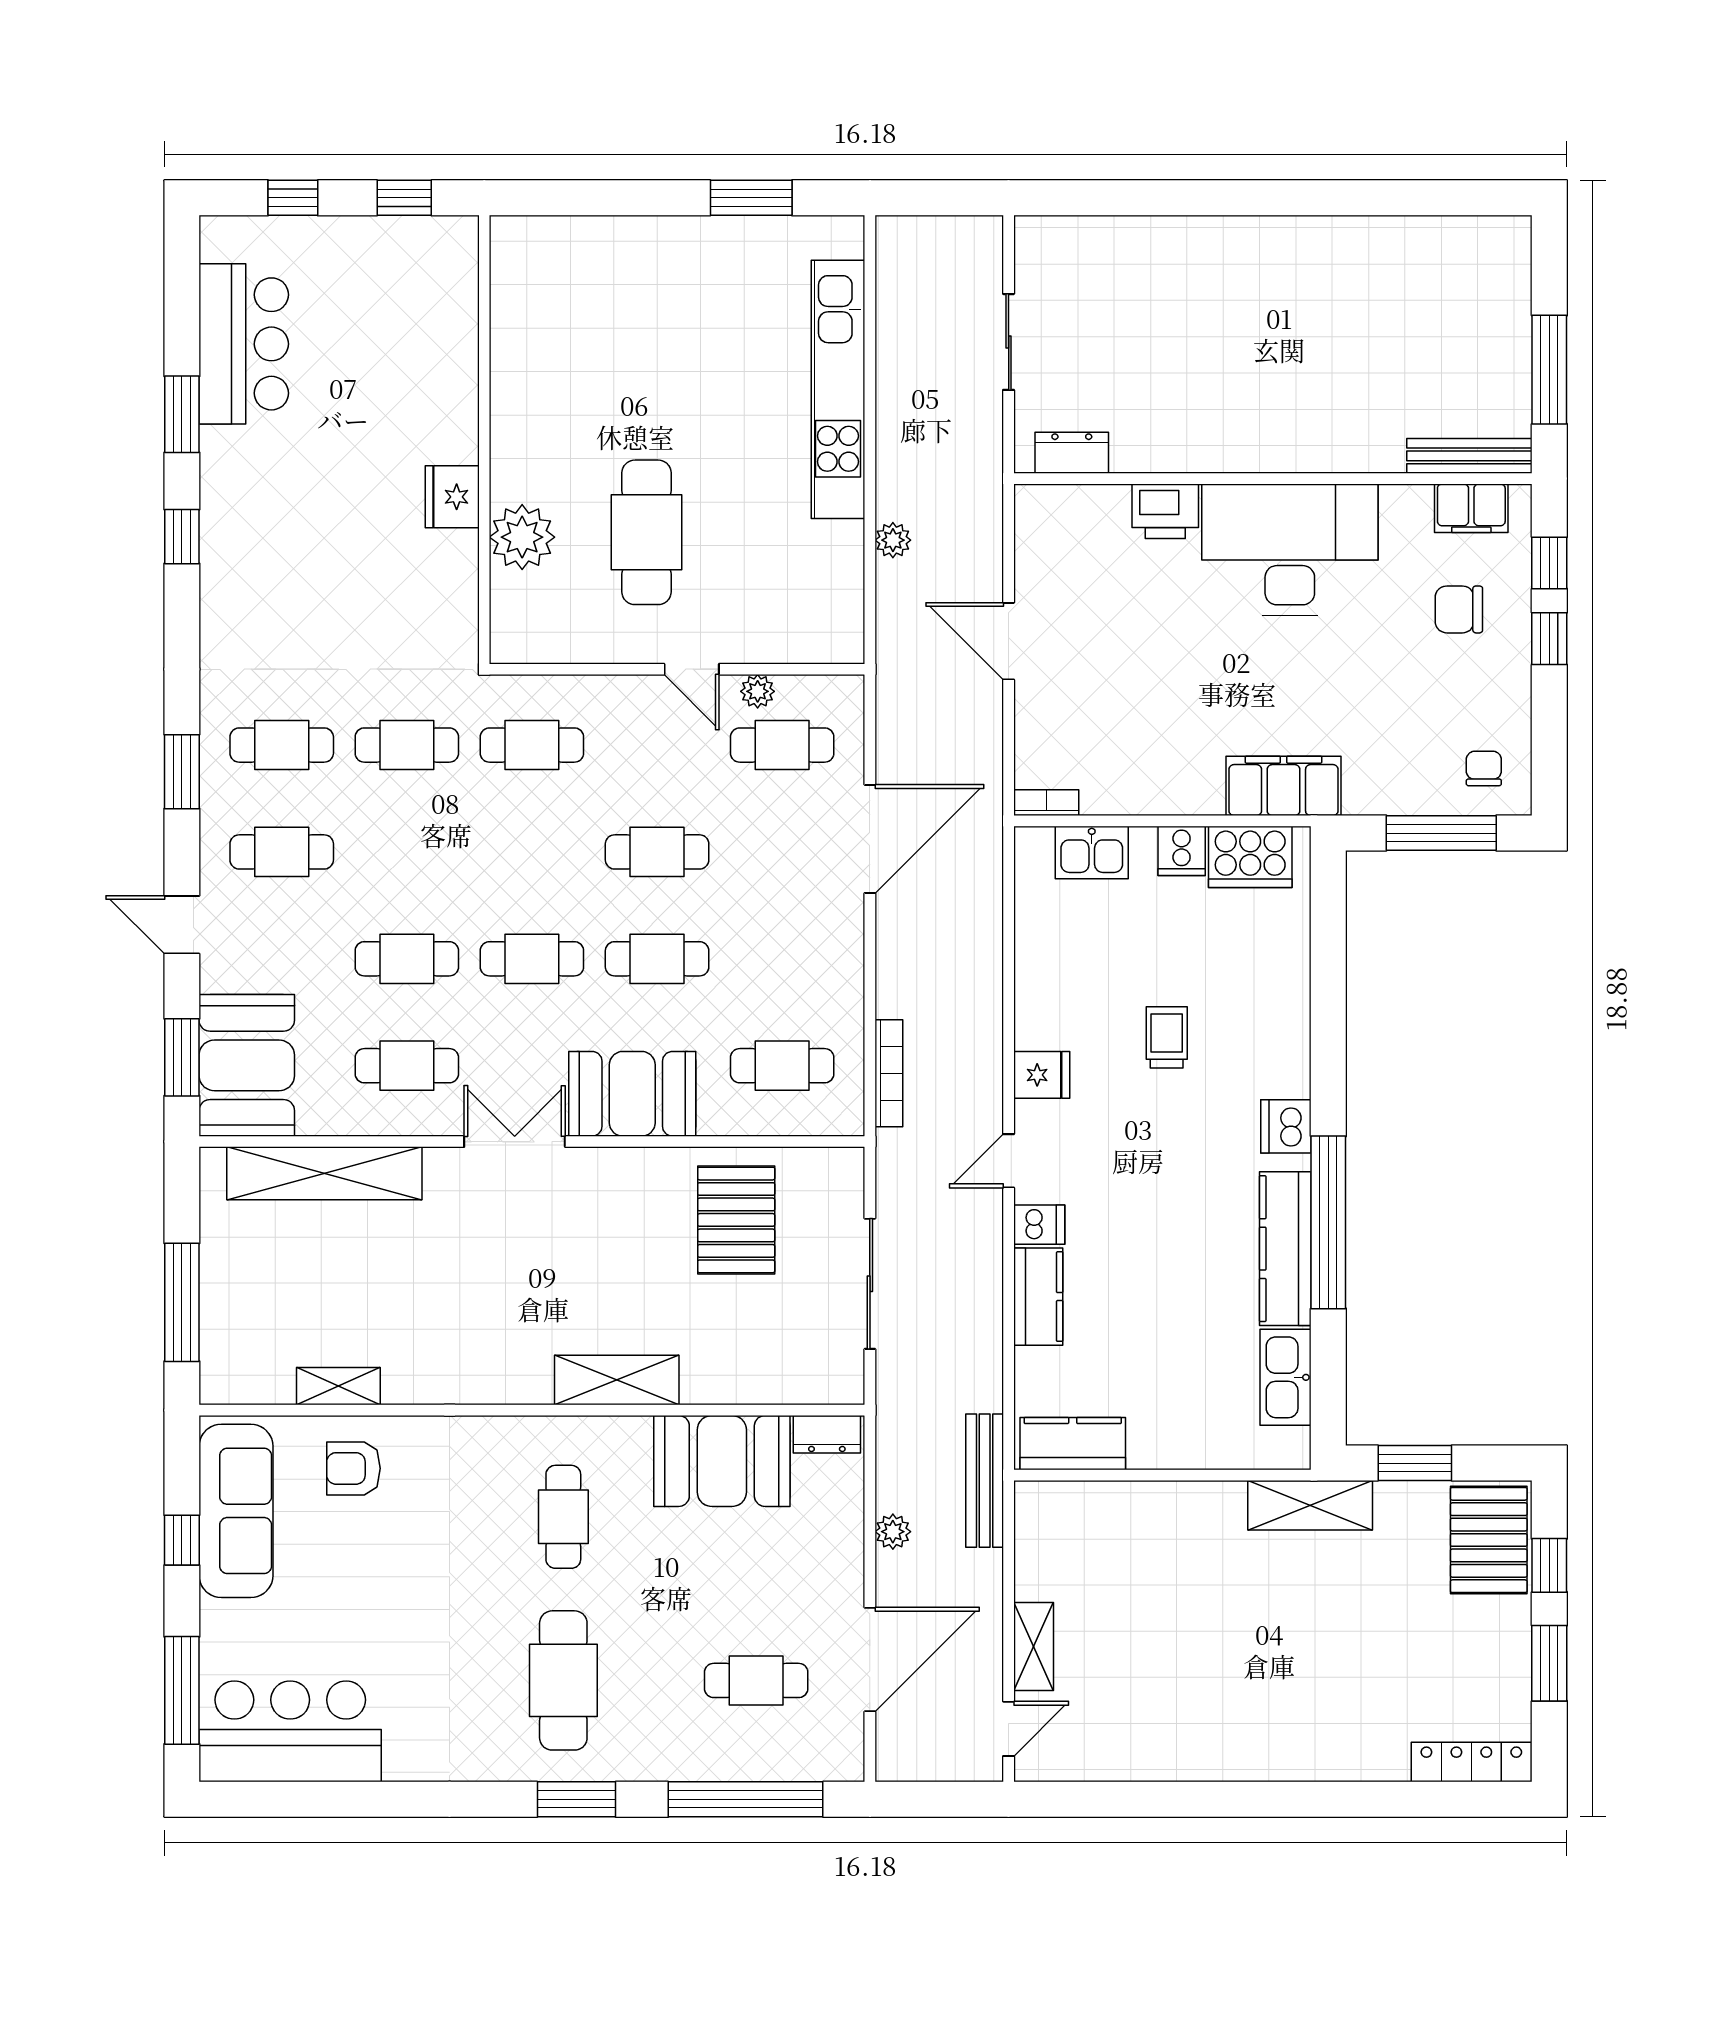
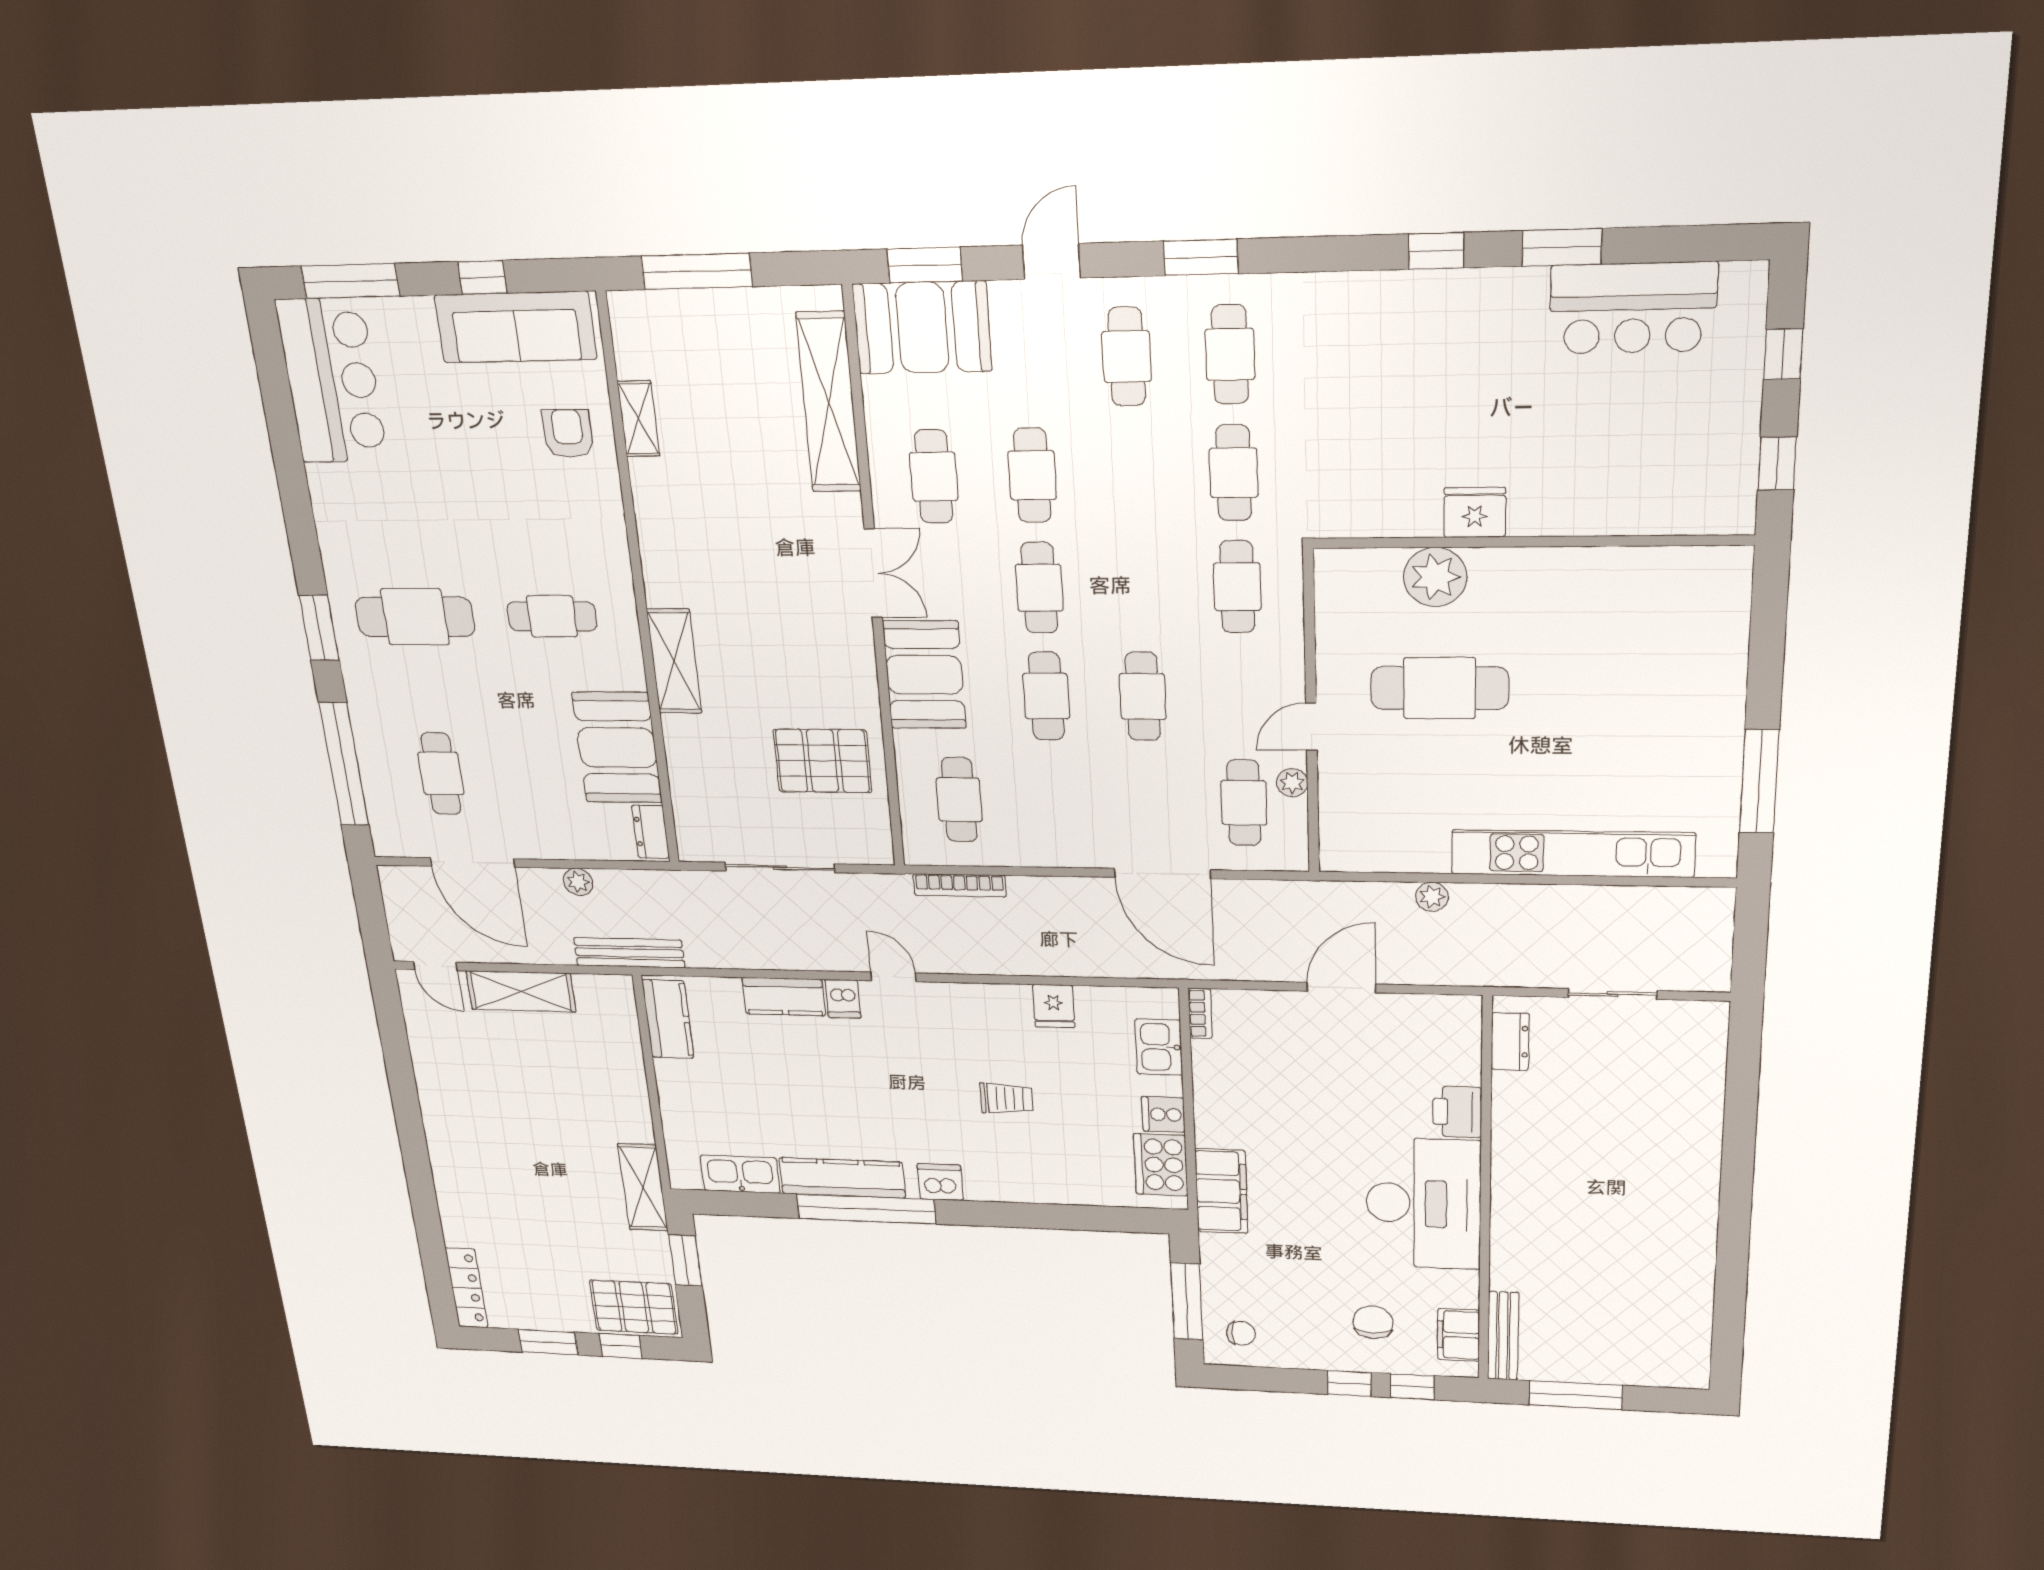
window: (751, 198) -> (1759, 782), width x1.44
fridge: (1042, 1075) -> (1054, 1006), moved
shelving: (1034, 1646) -> (521, 991), width x1.50, depth x1.33

